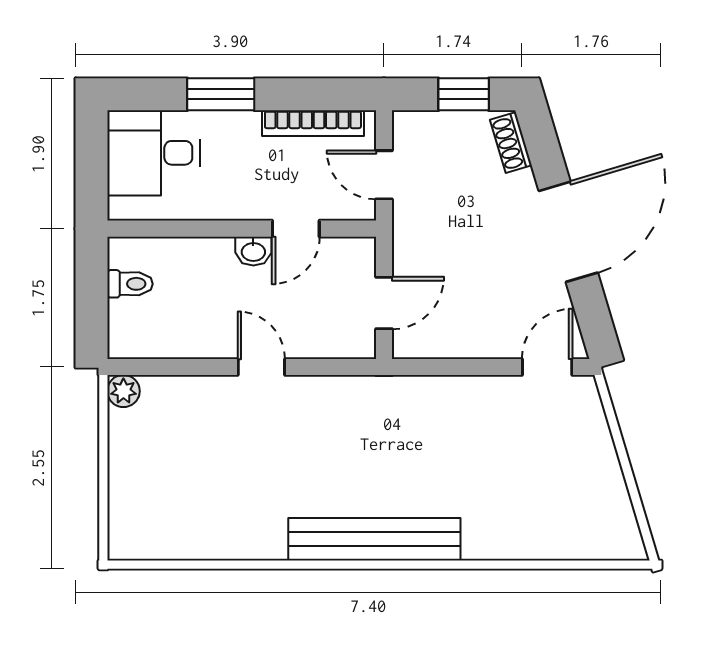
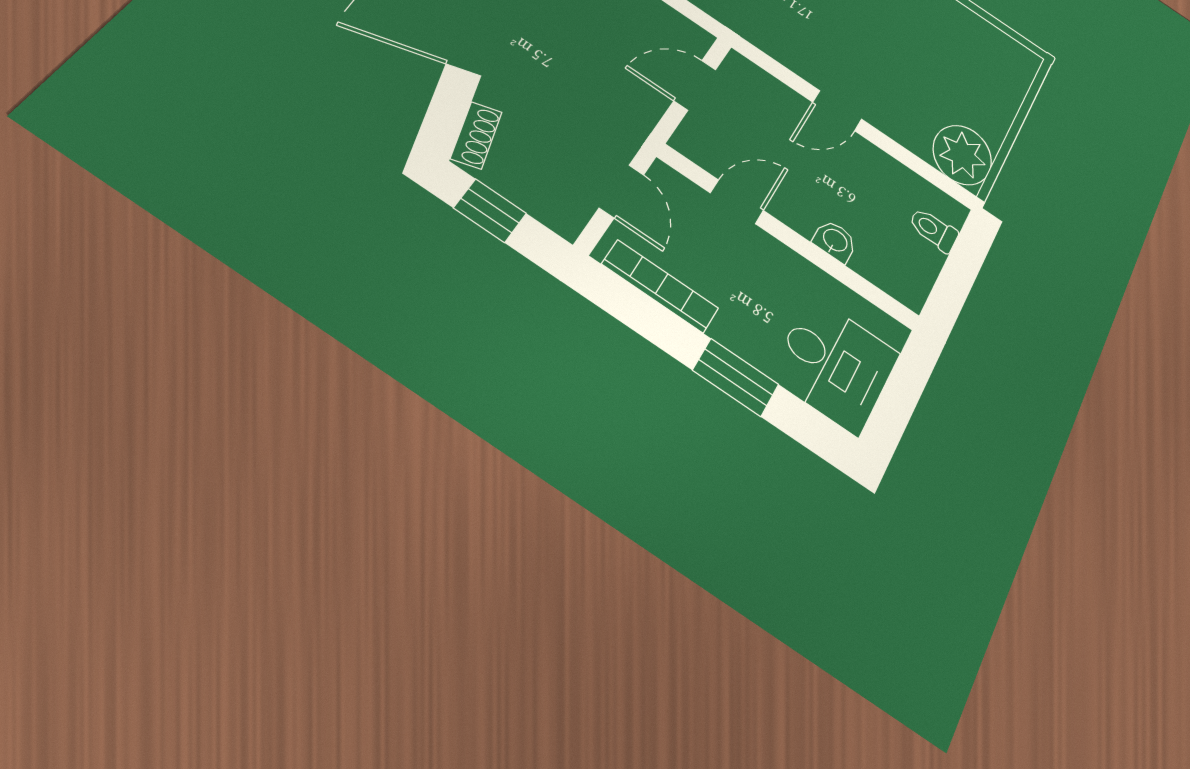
washbasin: (253, 251) -> (835, 241), moved
toilet: (130, 284) -> (934, 230), moved
door: (261, 367) -> (837, 111), hinge flipped
plant: (123, 391) -> (962, 155), width x1.88, depth x1.88

